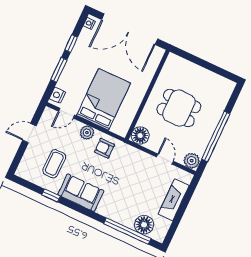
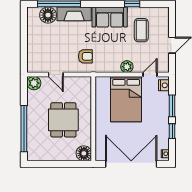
dining table: (179, 108) -> (63, 120), turned 90
floor lamp: (140, 136) -> (84, 153), moved
window: (216, 136) -> (24, 129), moved
armchair: (104, 148) -> (85, 56), moved
fireplace: (174, 200) -> (74, 14), moved, turned 90

